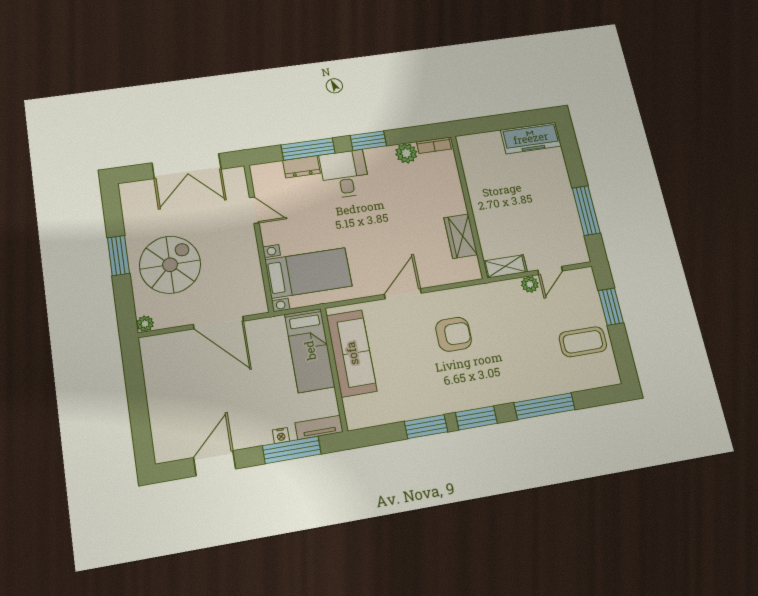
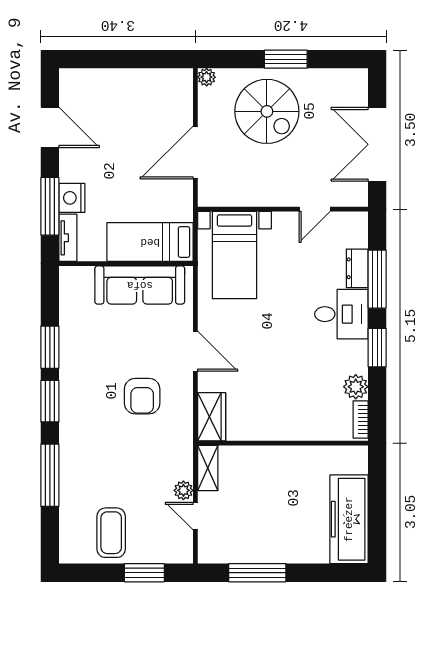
freezer: (531, 138) -> (349, 519), width x1.36, depth x1.26
wardrobe: (461, 236) -> (212, 417), moved, turned 90
nightstand: (281, 436) -> (72, 198), width x1.89, depth x1.79

